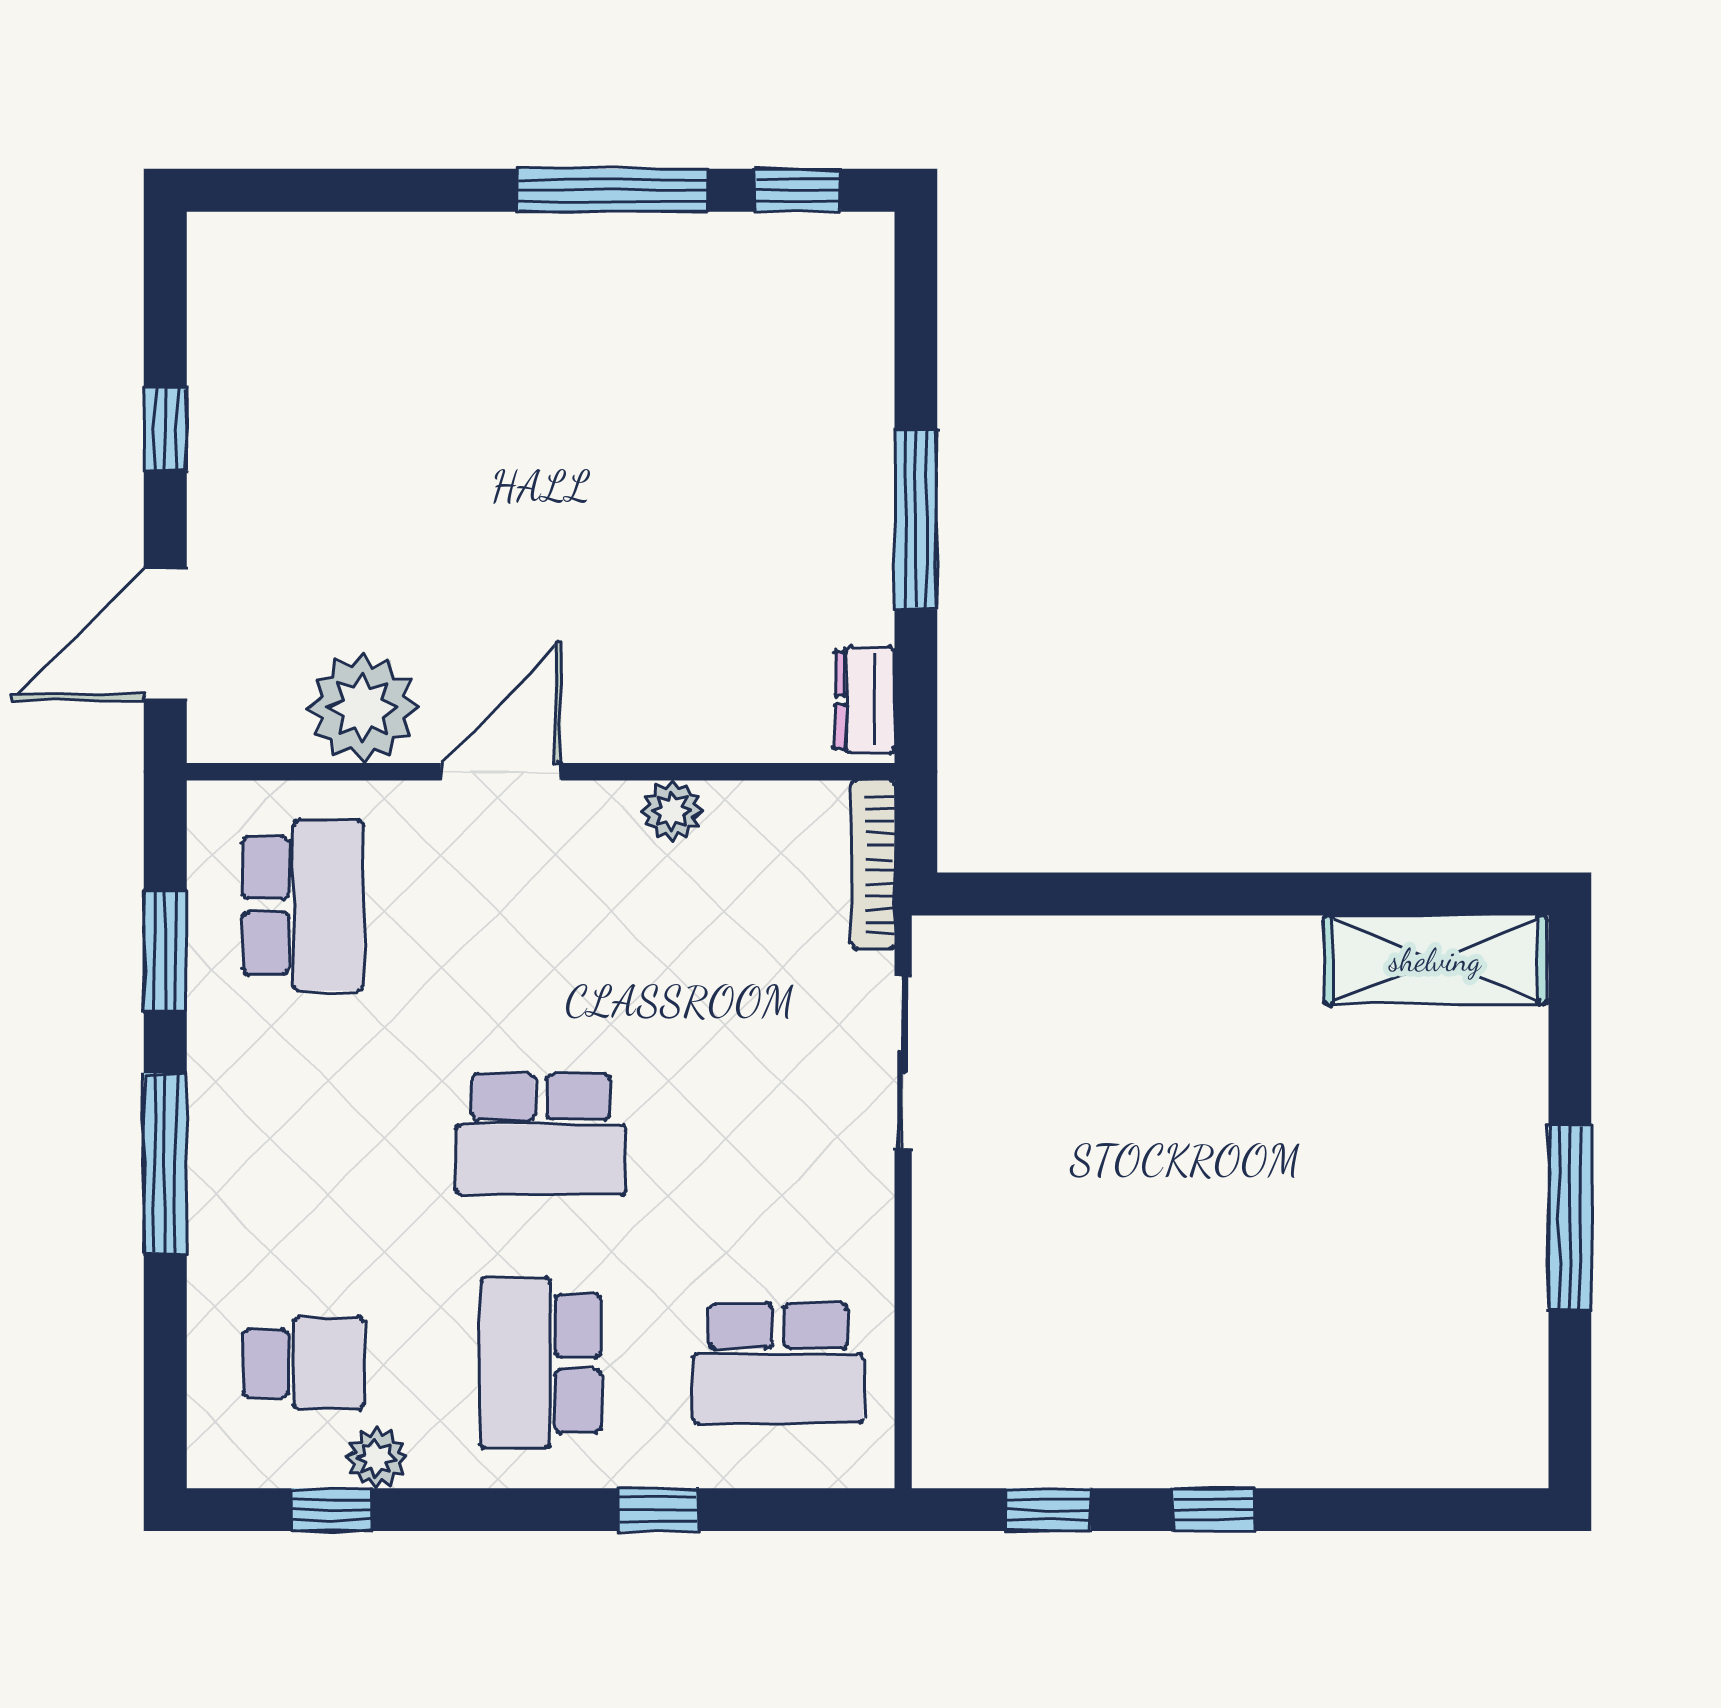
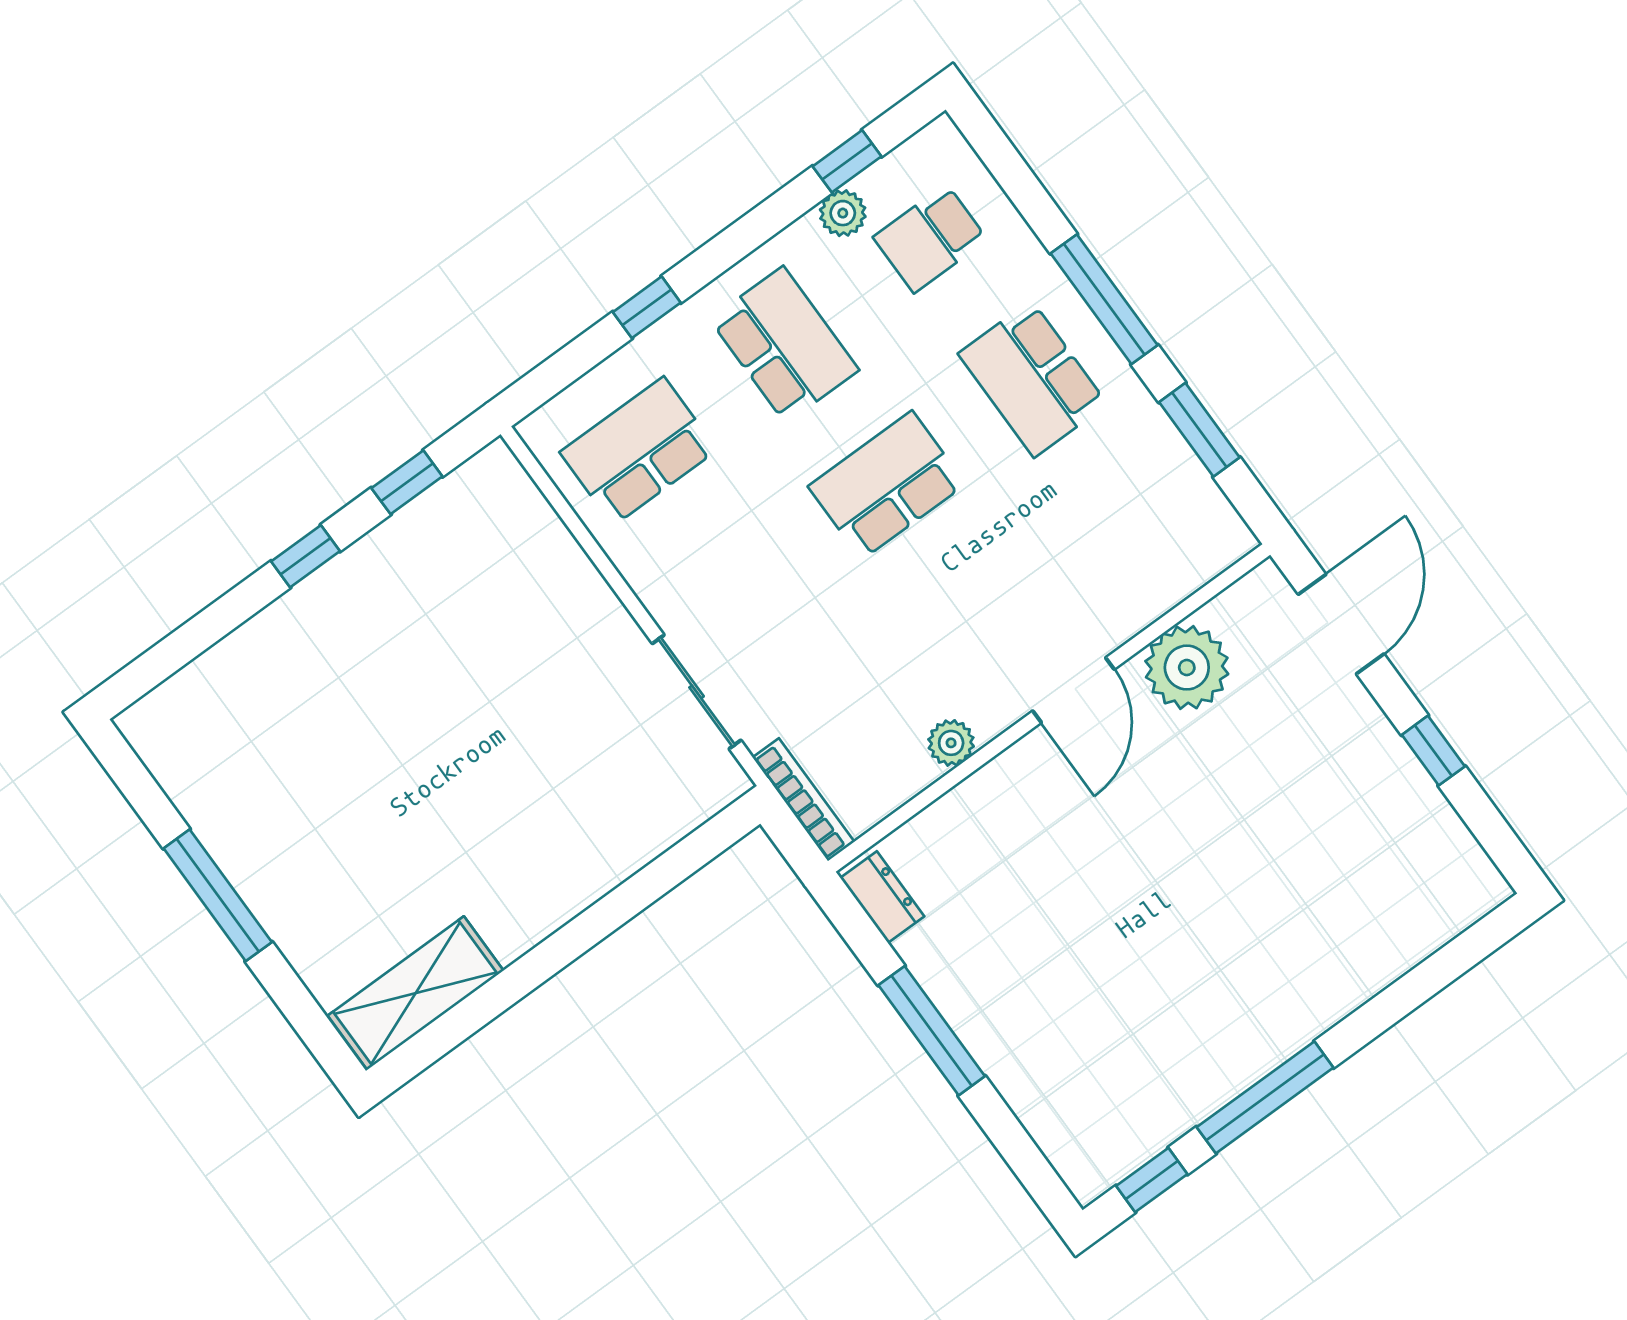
school desk: (303, 905) -> (1033, 379), moved

